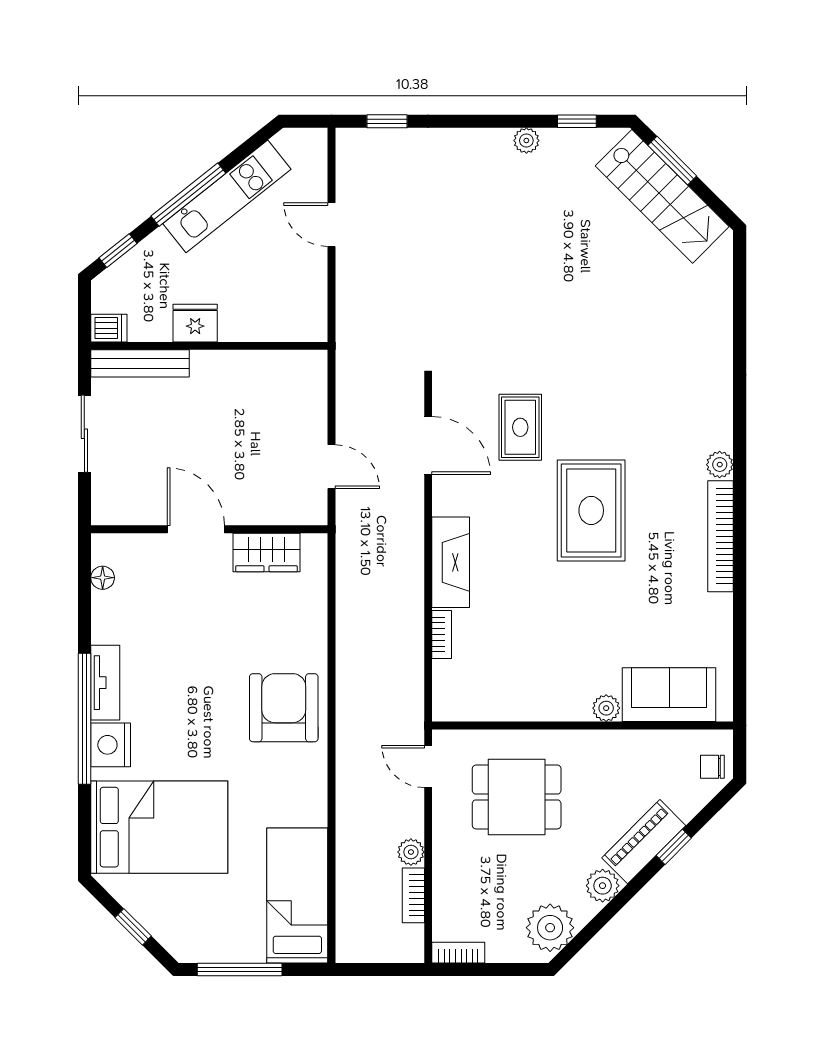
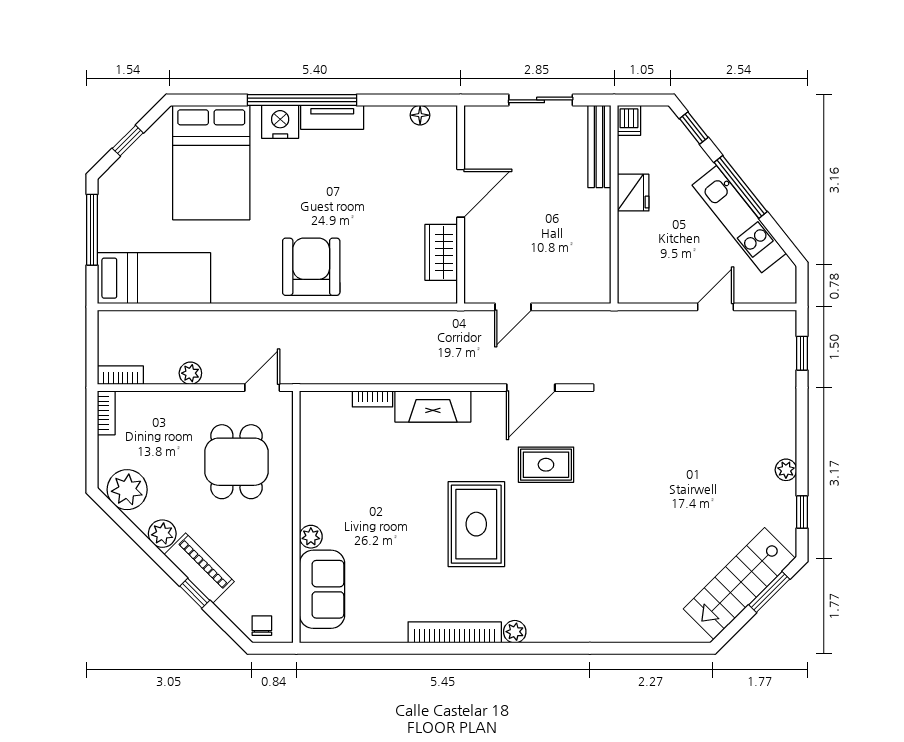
rug: (591, 510) -> (476, 524), turned 90
armchair: (284, 708) -> (311, 267), turned -90
bookcase: (413, 895) -> (120, 375), moved

